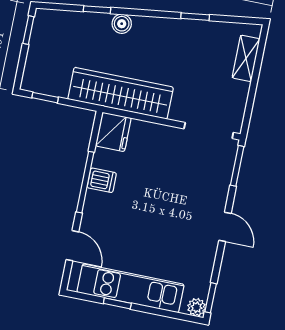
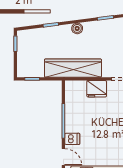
boiler: (122, 24) -> (77, 28), moved
fridge: (113, 132) -> (97, 89), moved, turned 90
dishwasher: (102, 180) -> (72, 139), moved

